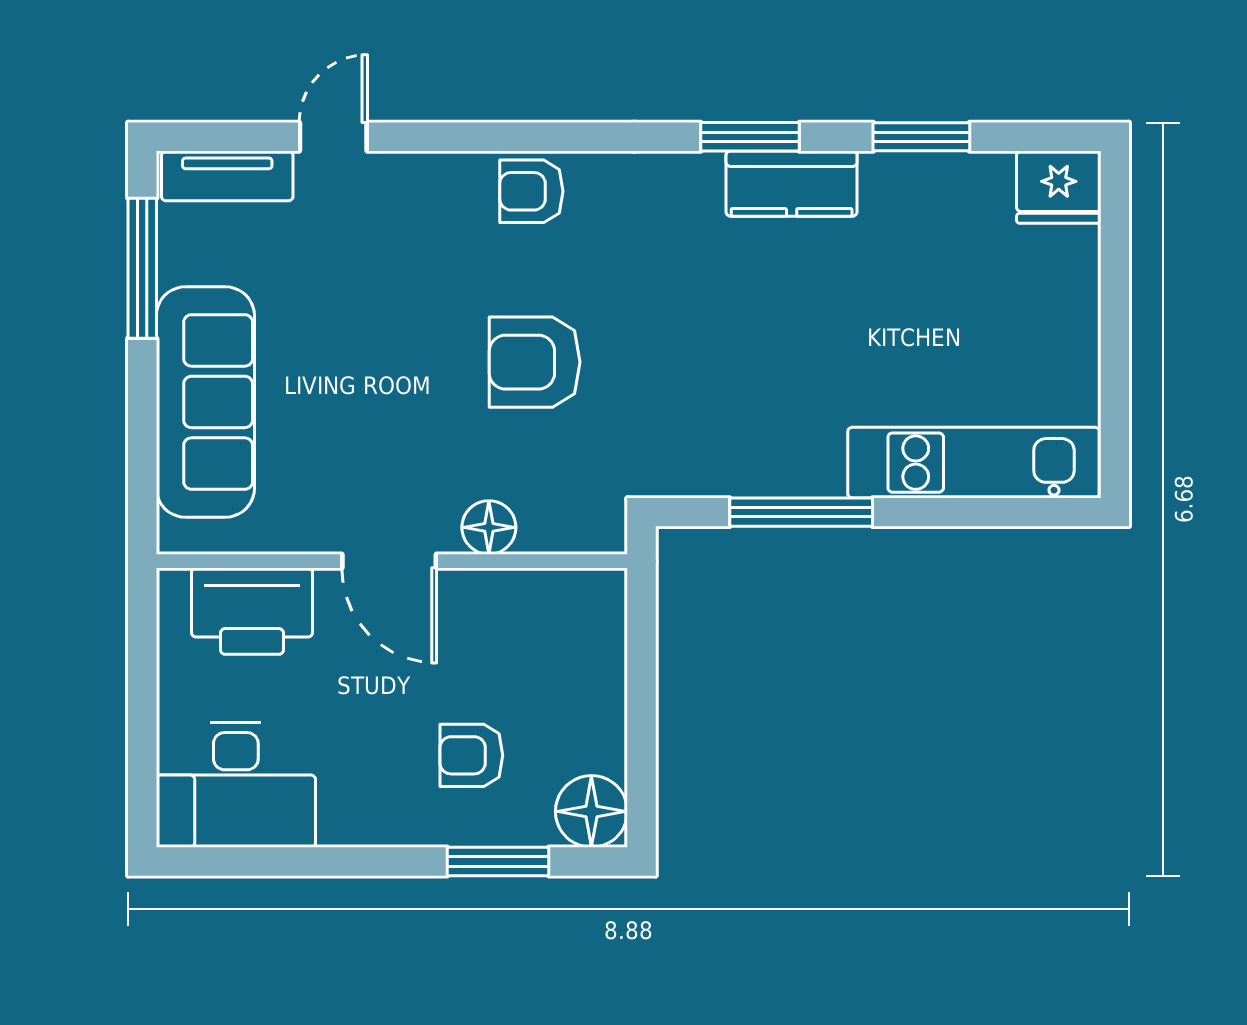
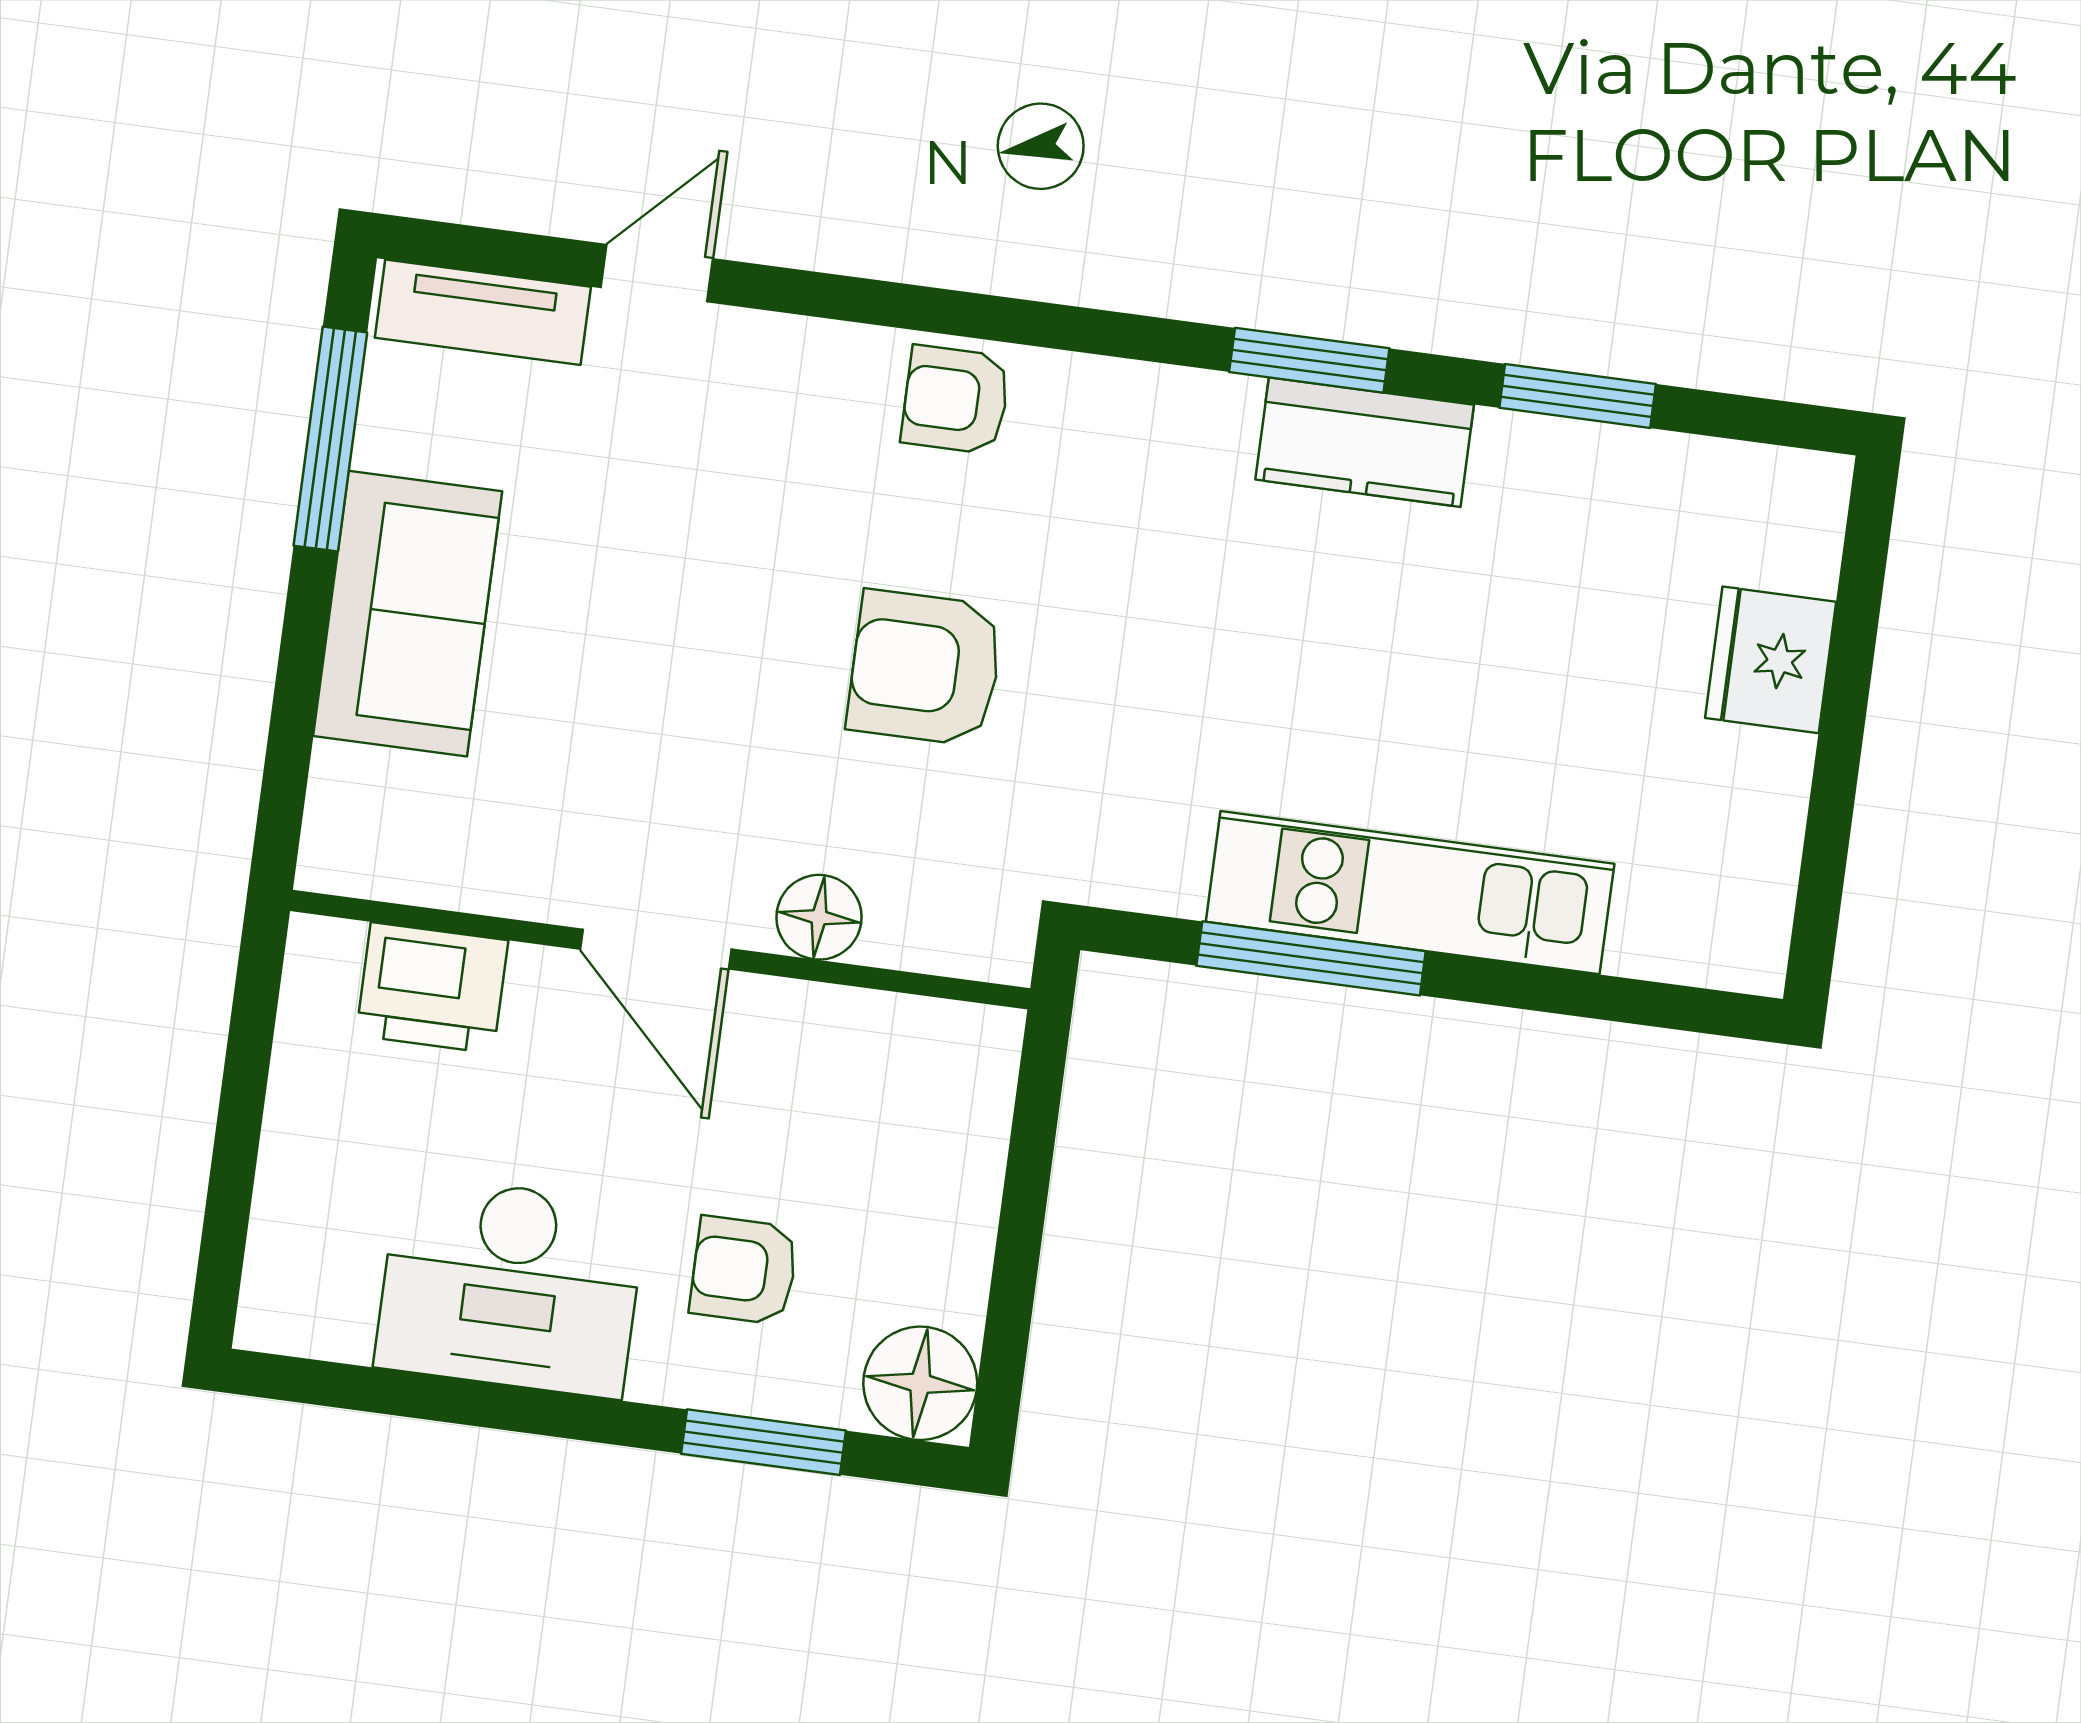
fridge: (1059, 187) -> (1771, 660), moved, turned 90
sofa: (205, 402) -> (408, 614), width x0.73
kitchen unit: (974, 463) -> (1410, 893), moved
printer: (252, 611) -> (432, 988), width x0.73, depth x0.84
desk: (236, 785) -> (510, 1286), moved

